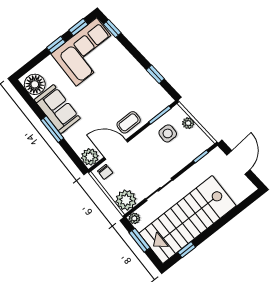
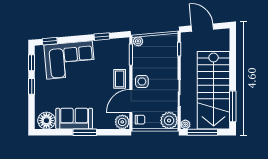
corner sofa: (87, 52) -> (70, 60), moved, turned 85
plant: (188, 123) -> (138, 41), moved
side table: (168, 133) -> (142, 82), moved
window: (140, 240) -> (202, 132), width x1.44
window: (187, 250) -> (233, 106), width x2.17

